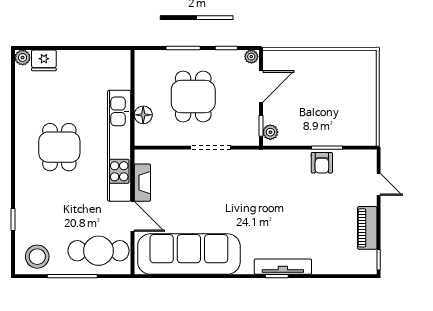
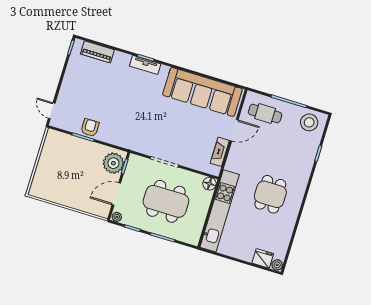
dining table: (193, 96) -> (166, 201), width x1.37
floor lamp: (143, 115) -> (209, 184), moved
plant: (270, 132) -> (113, 163), width x1.87, depth x1.87
kitchen unit: (119, 146) -> (220, 211), moved
door: (379, 184) -> (52, 111), moved
door: (132, 216) -> (234, 130), swing flipped
piano: (367, 228) -> (97, 52), moved, turned 90
cafe table: (99, 251) -> (265, 113), width x0.73, depth x0.74
tv unit: (283, 267) -> (145, 65), width x0.71

